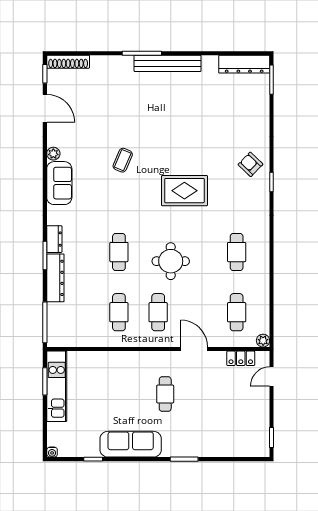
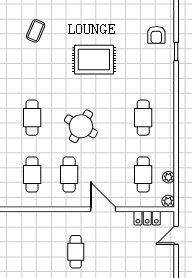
armchair: (250, 164) -> (156, 35), turned -134
round table: (171, 261) -> (81, 126), turned 30
plant: (263, 315) -> (168, 177), added

